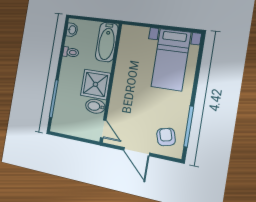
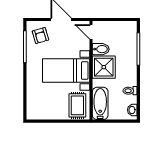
rug: (134, 43) -> (77, 105), added
bed with nightstands: (171, 60) -> (66, 71), moved, turned -90

